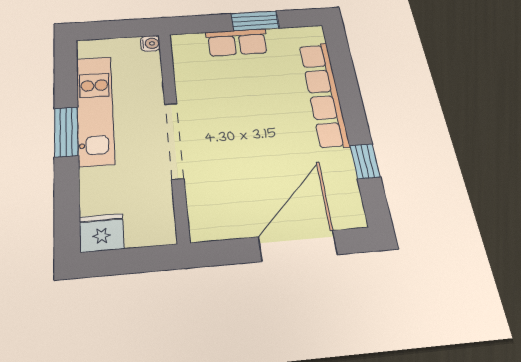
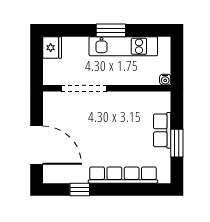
doorway: (174, 141) -> (84, 88), moved

